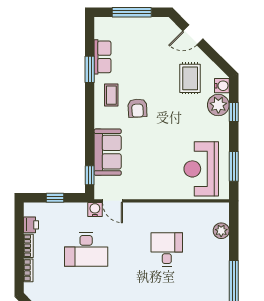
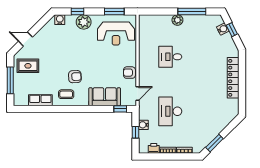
door: (193, 35) -> (25, 39), swing flipped
window: (90, 69) -> (49, 109), removed
rug: (190, 78) -> (28, 66), moved
plant: (218, 105) -> (84, 22), moved
armchair: (143, 189) -> (129, 73), added
water cooler: (95, 209) -> (143, 125), moved
plant: (221, 231) -> (177, 20), moved
desk: (86, 249) -> (170, 111), turned 180

